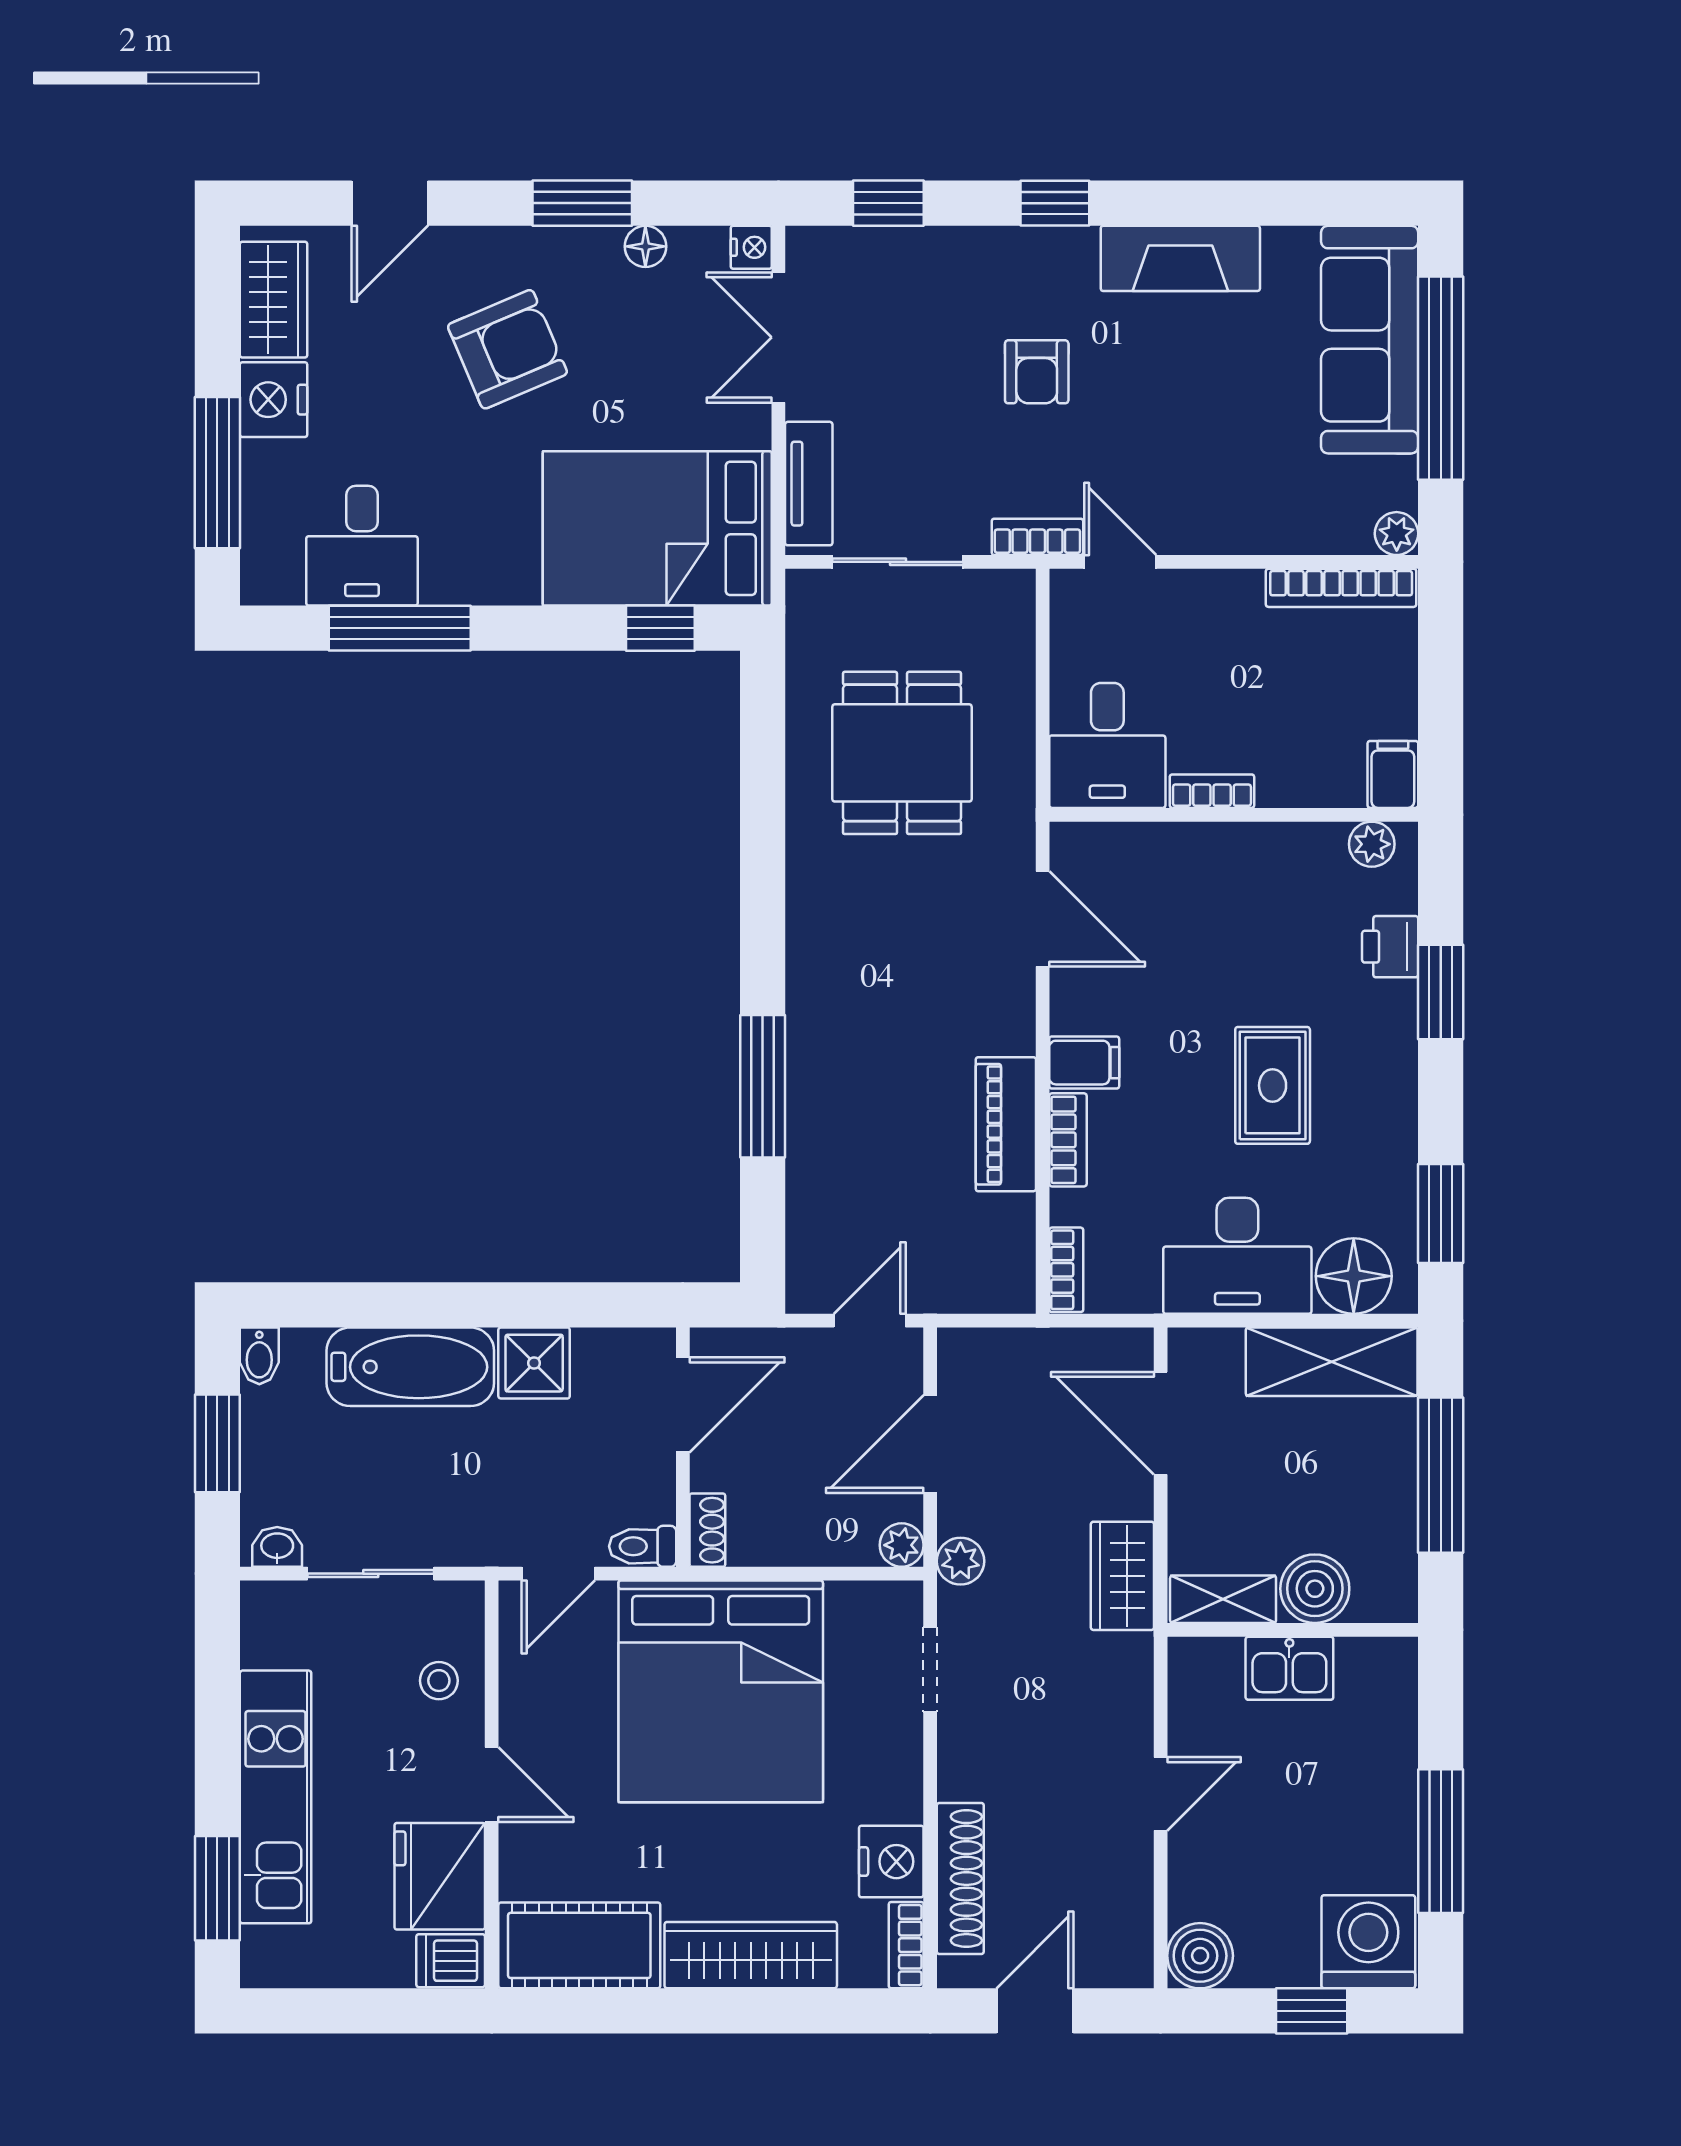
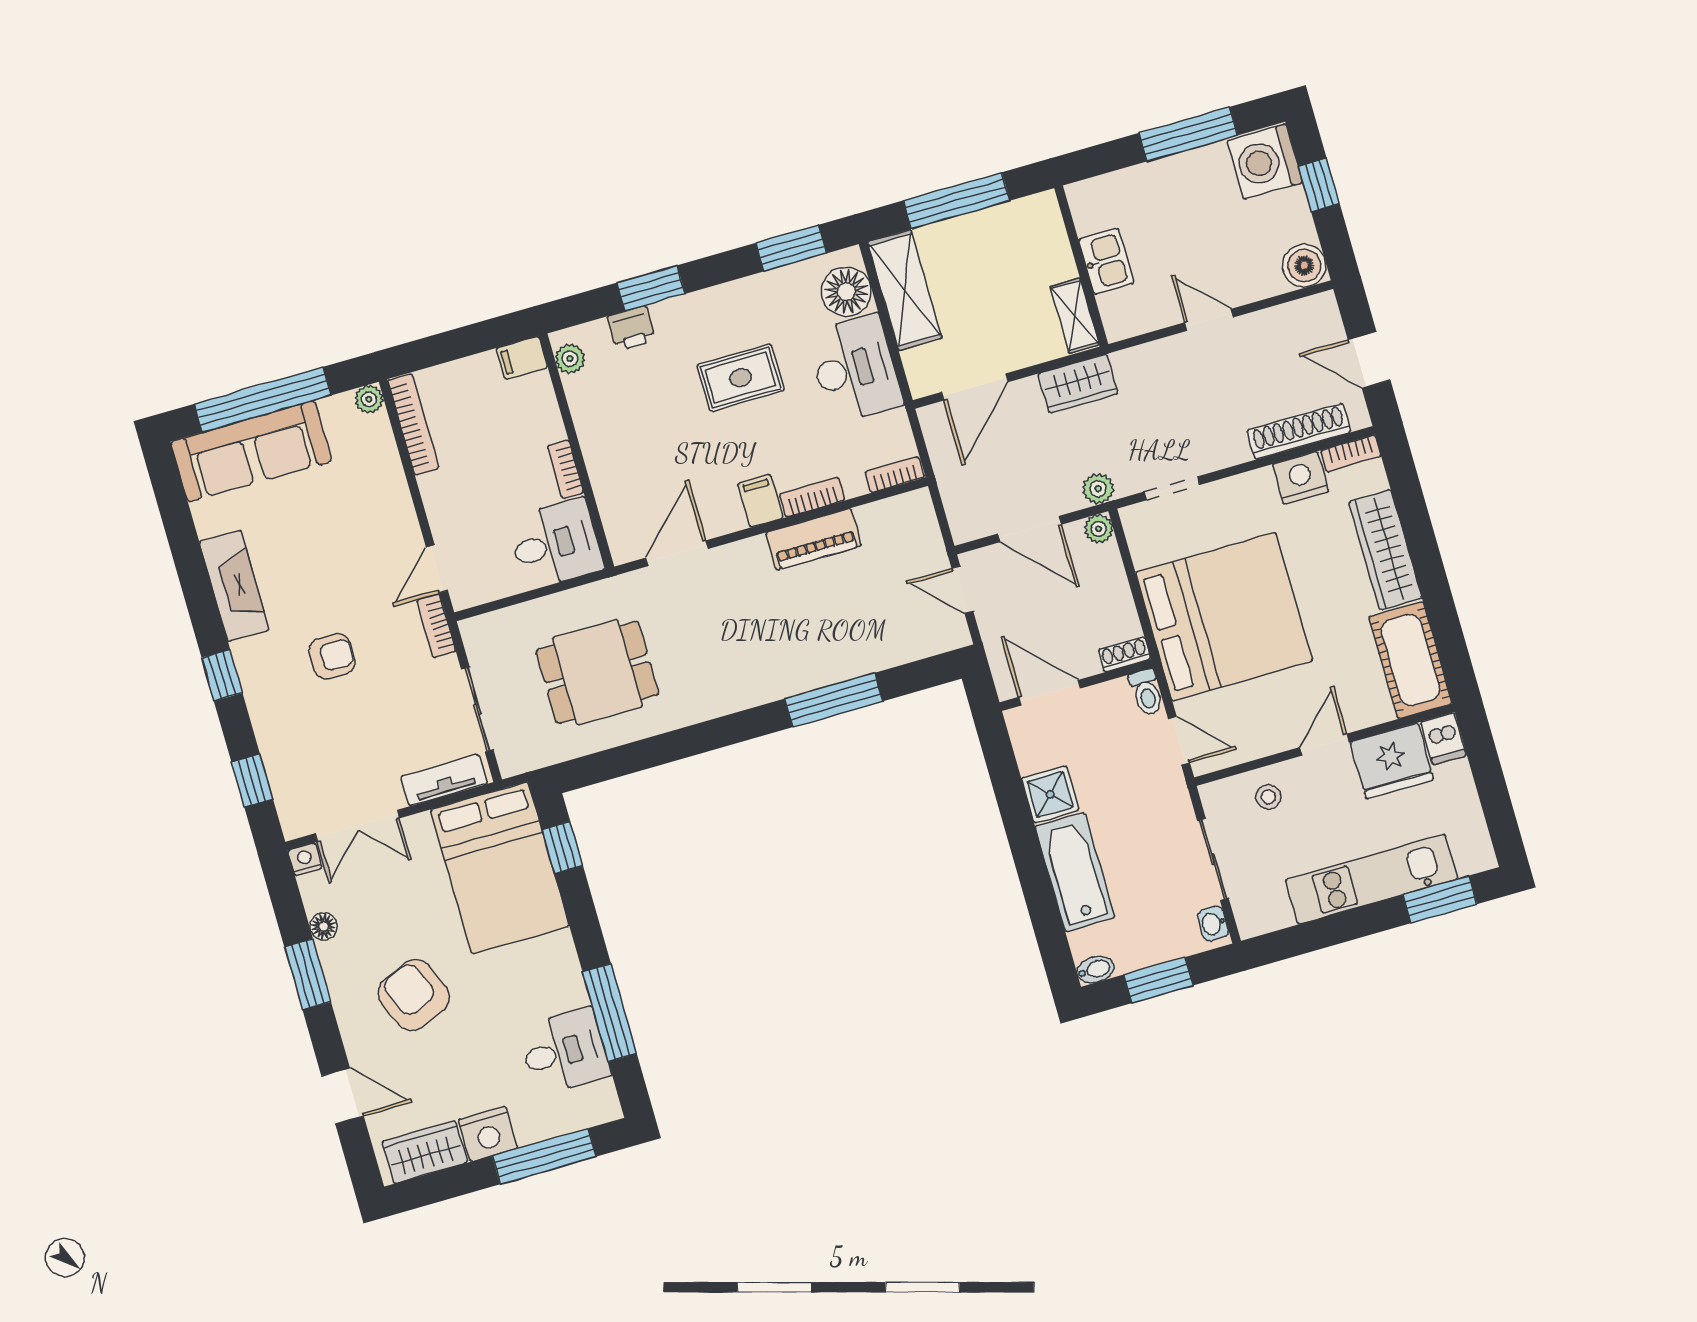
boiler: (1315, 1589) -> (1051, 260), removed

